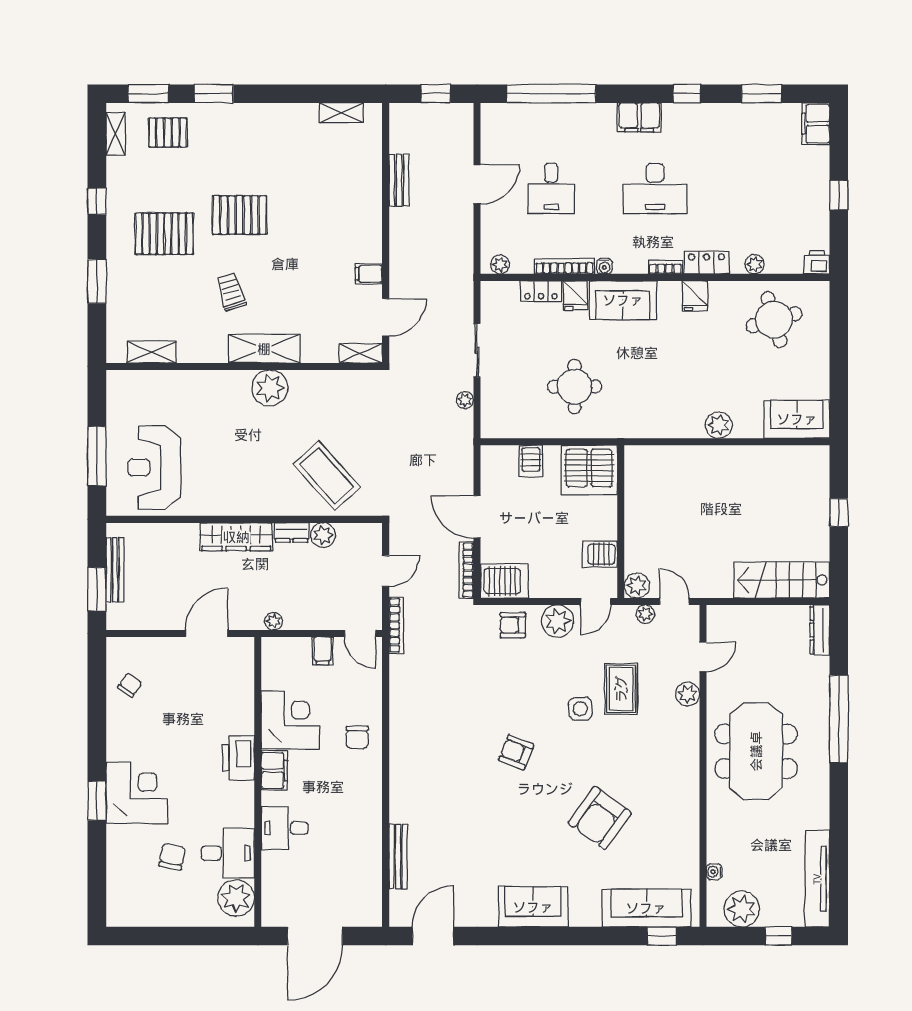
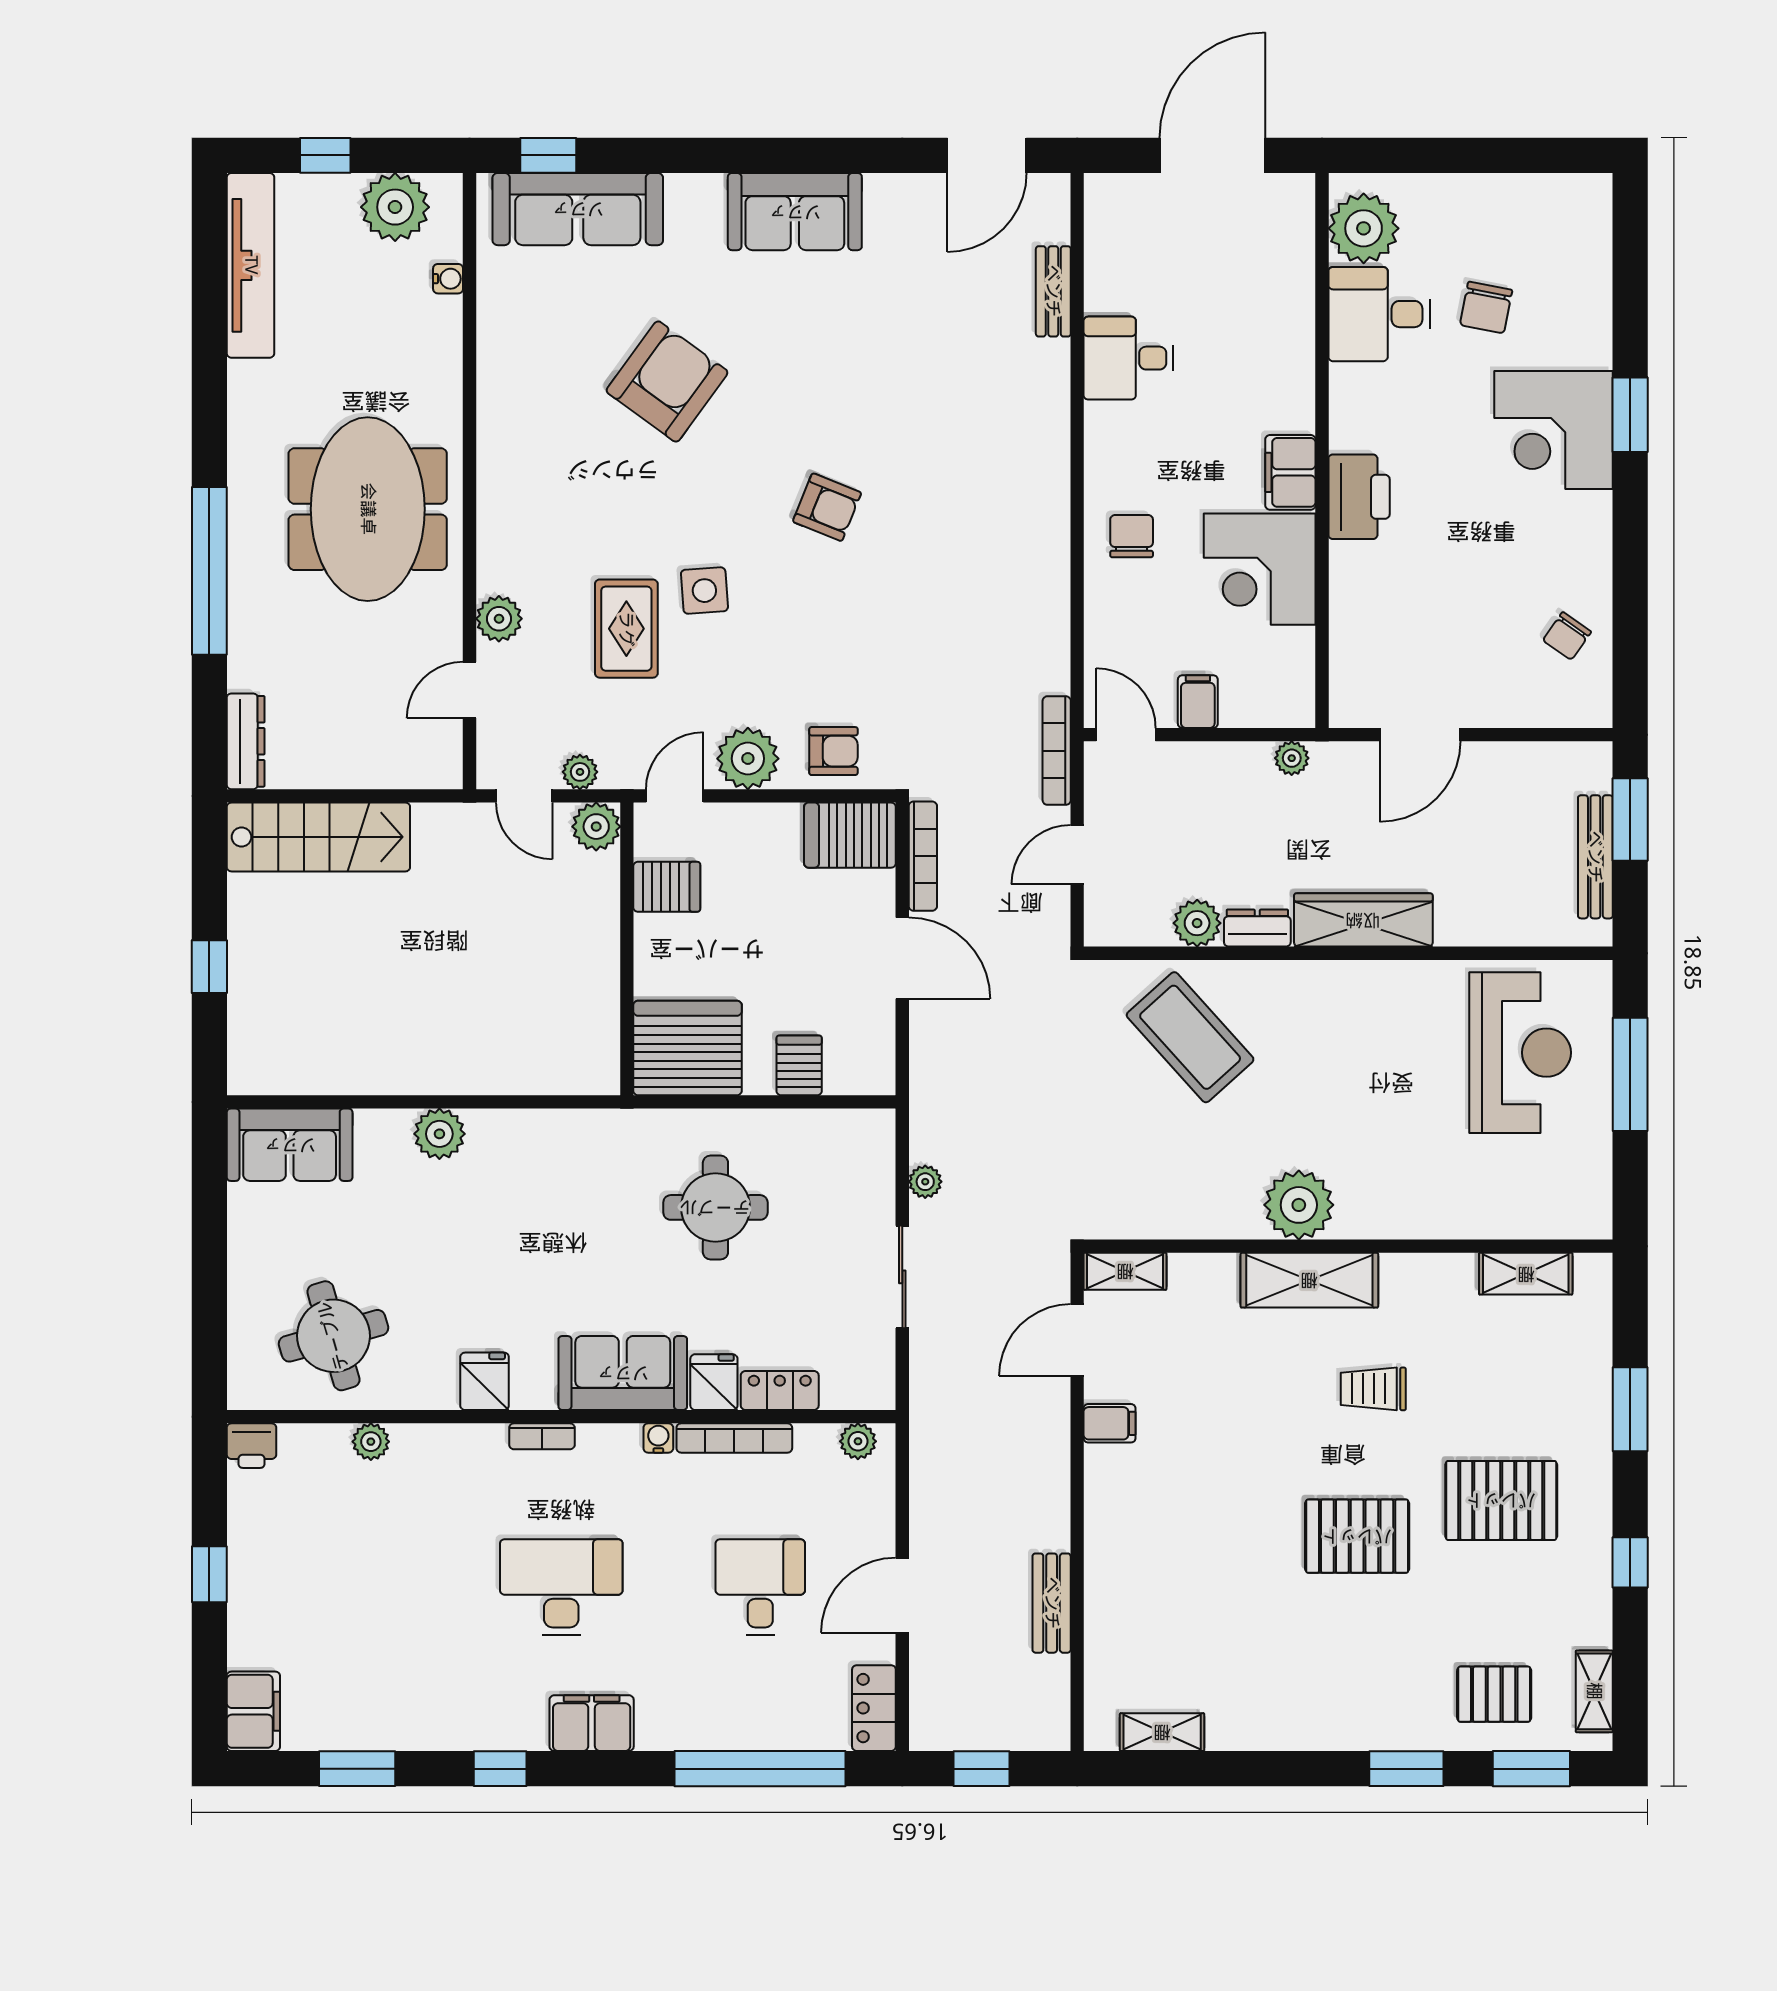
locker: (706, 263) -> (874, 1708), moved, turned 90
trolley: (231, 292) -> (1373, 1389), turned 107
desk: (285, 828) -> (1129, 358), moved, turned 180
bench: (398, 856) -> (1053, 291), width x0.73

